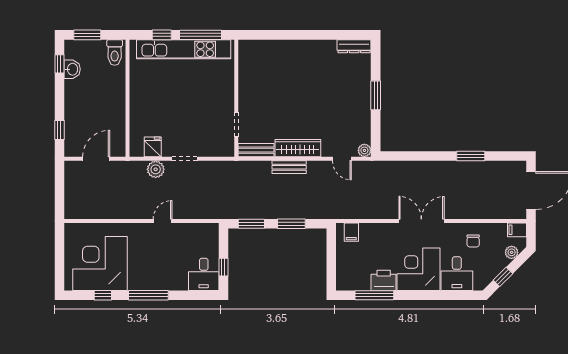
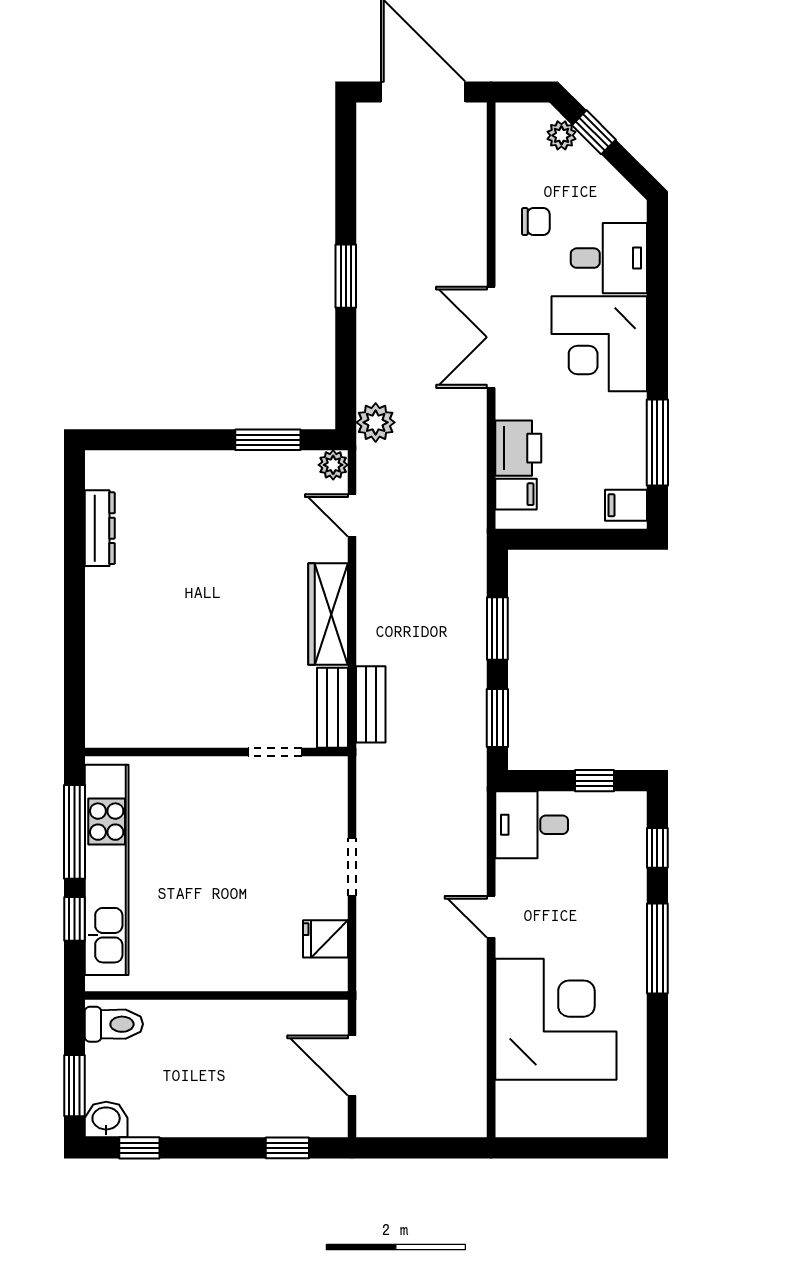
dresser: (354, 46) -> (100, 528), moved
washbasin: (72, 69) -> (106, 1119), moved
window: (376, 95) -> (268, 440), moved
window: (471, 156) -> (346, 276), moved
door: (342, 159) -> (352, 515), swing flipped
bench: (289, 167) -> (371, 704), moved
plant: (156, 169) -> (376, 422), moved
filing cabinet: (517, 230) -> (626, 505), moved, turned 90
corner desk: (100, 263) -> (556, 1019), moved, turned 180
desk: (204, 274) -> (532, 825), moved, turned 180
window: (503, 277) -> (594, 132), moved
printer: (384, 280) -> (518, 448), moved, turned 180
window: (103, 295) -> (657, 848), moved

